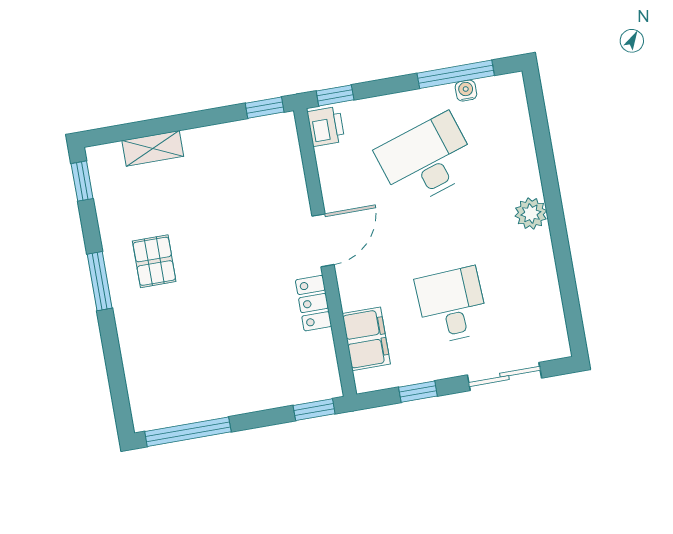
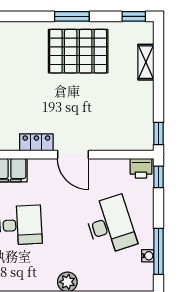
pallet: (154, 261) -> (78, 51), width x2.05, depth x2.00

